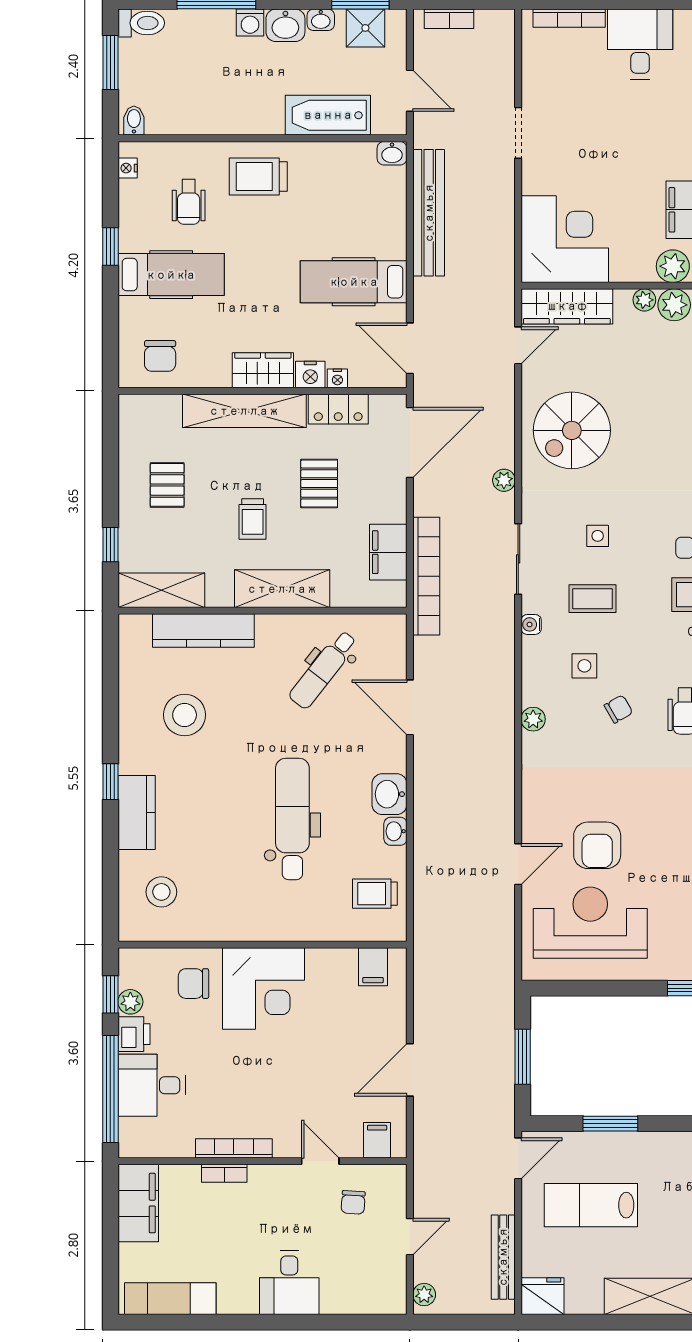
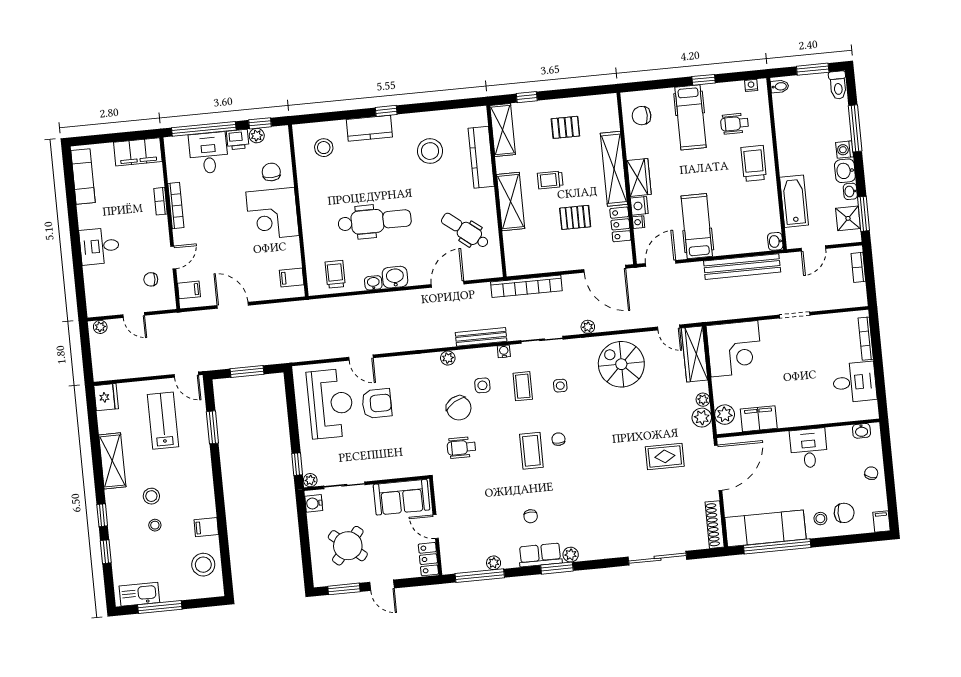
filing cabinet: (388, 552) -> (538, 262), removed
chair: (618, 709) -> (459, 408), width x1.87, depth x1.87
armchair: (597, 845) -> (377, 403), turned 180
bench: (503, 1257) -> (481, 337), moved

